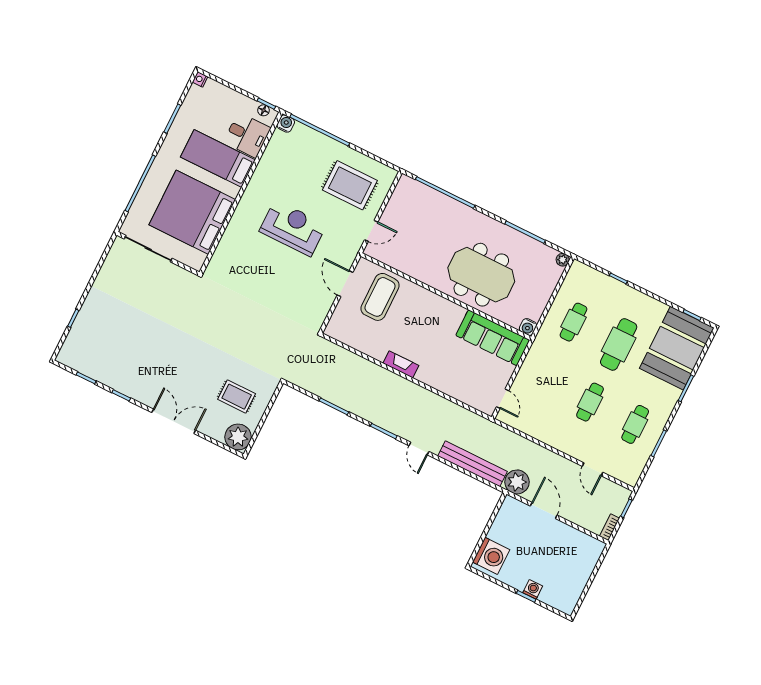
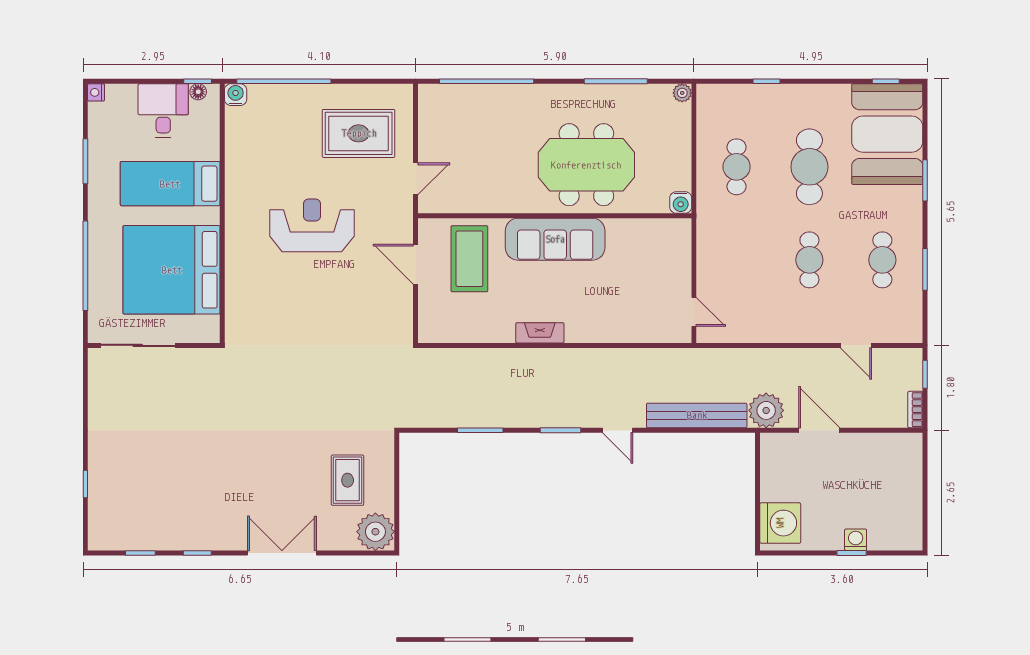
desk: (247, 135) -> (163, 111), moved, turned -90
sofa: (493, 338) -> (555, 239), moved
rug: (237, 397) -> (348, 480), turned 90

